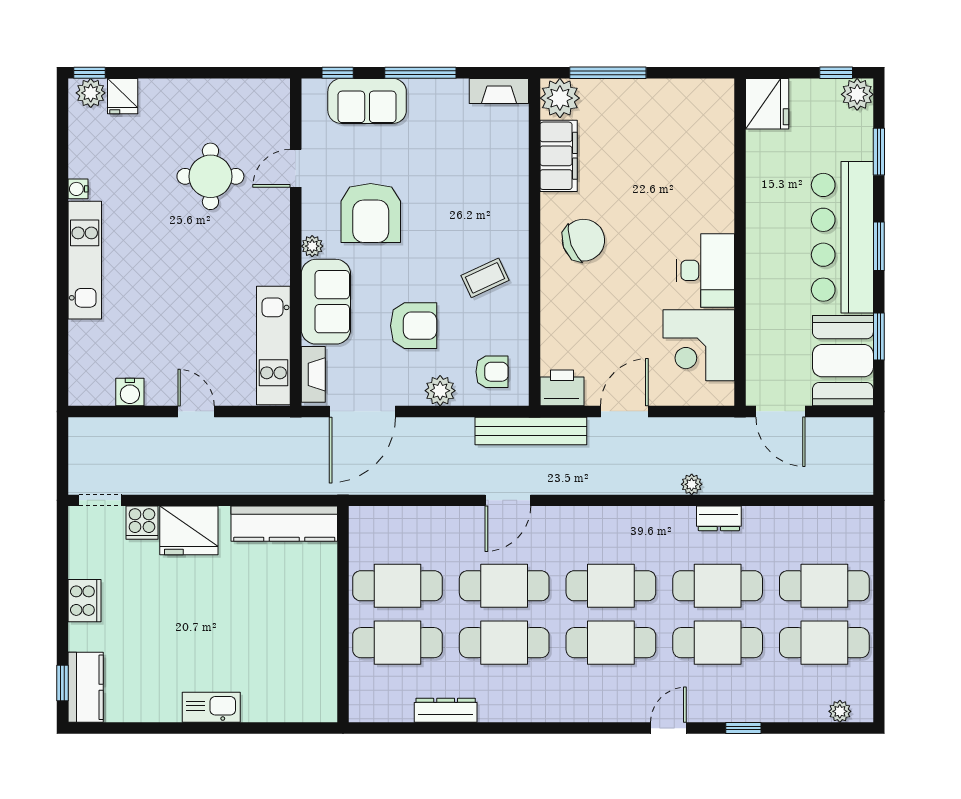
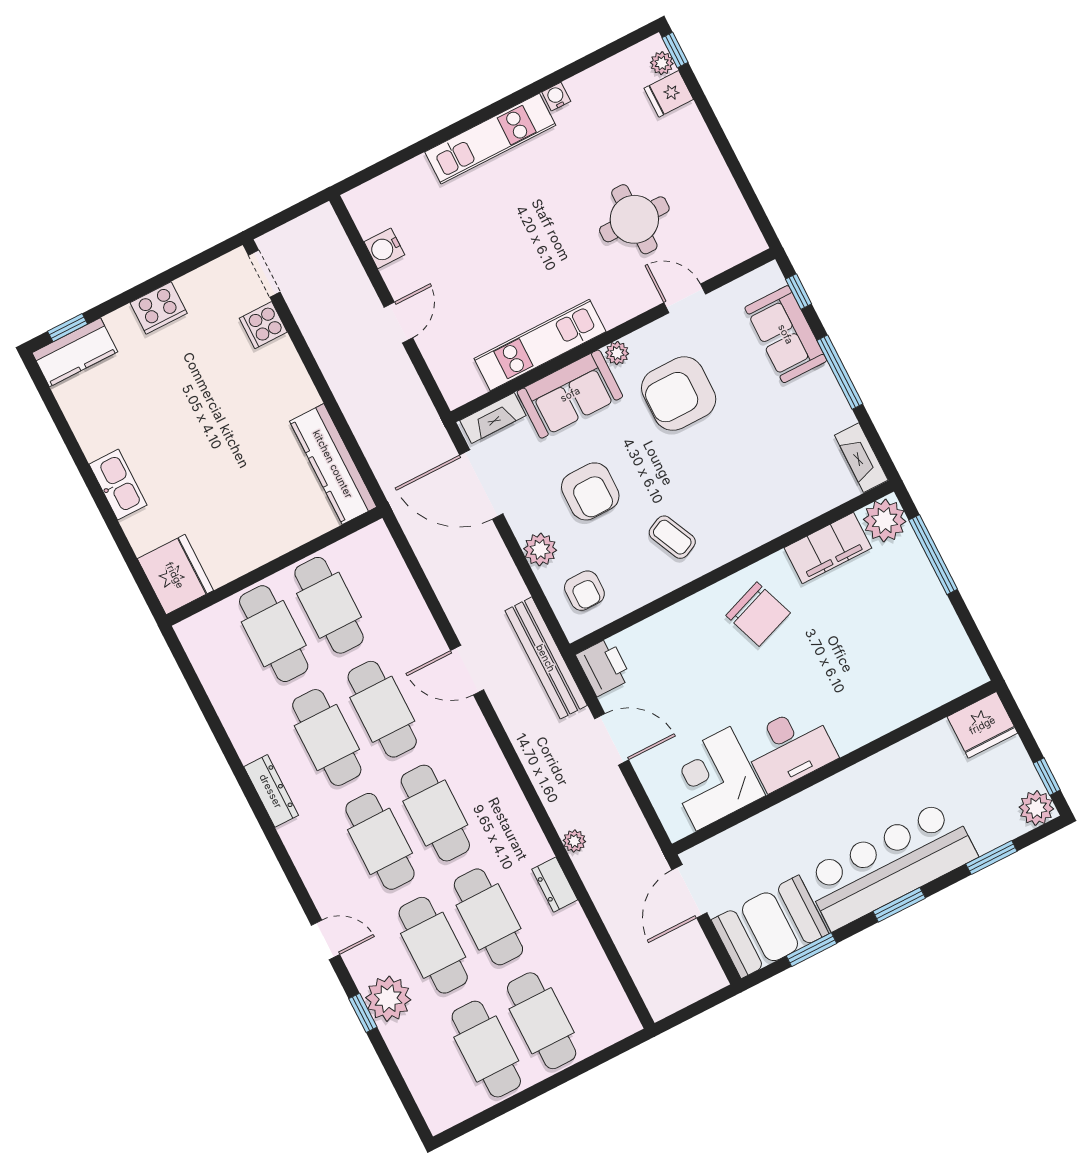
plant: (91, 93) -> (662, 63), width x0.73, depth x0.73
kitchen unit: (273, 345) -> (540, 345), moved
fridge: (189, 530) -> (175, 575), moved, turned 180
dresser: (446, 710) -> (271, 791), moved
plant: (840, 711) -> (388, 999), moved, width x1.87, depth x1.87

